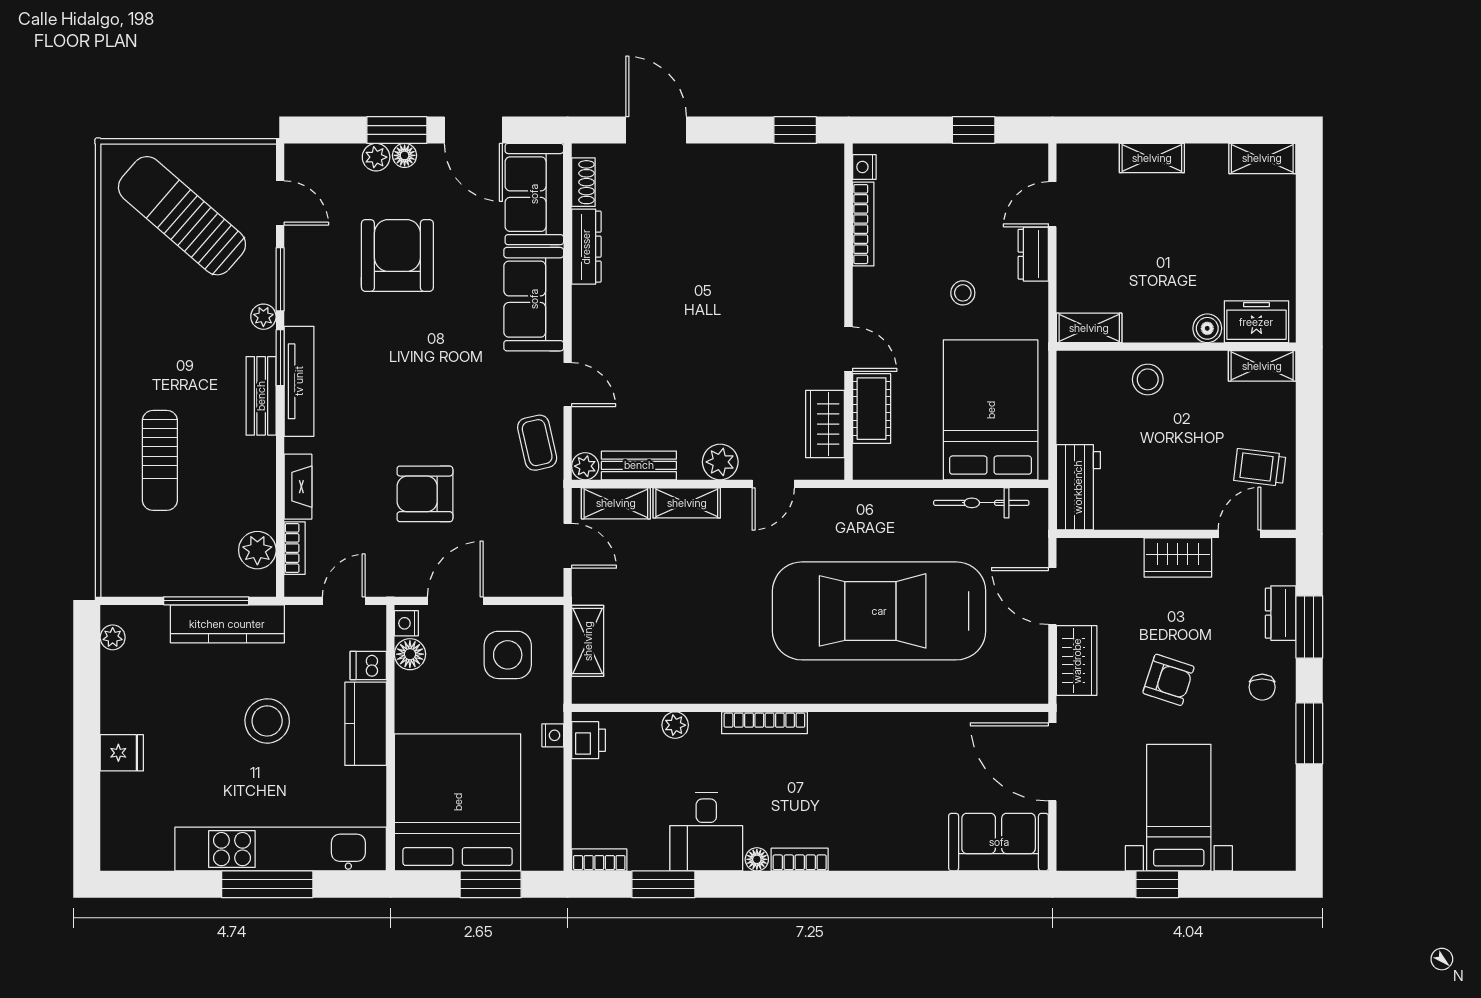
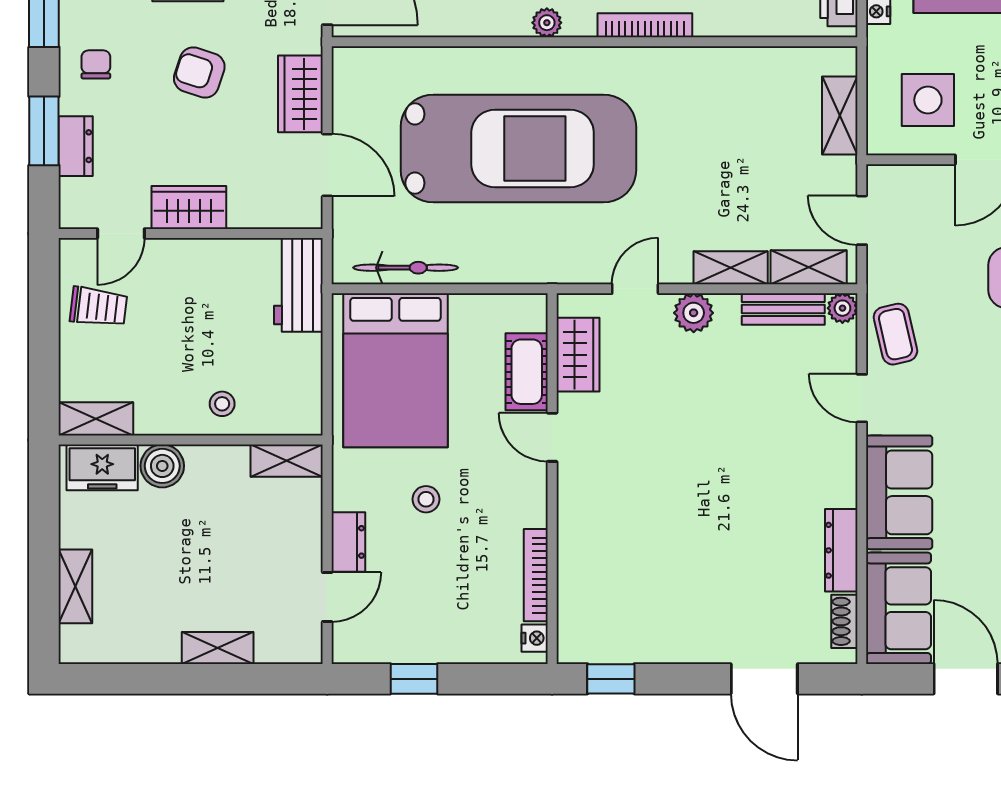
shelving: (1262, 158) -> (75, 586), moved, turned 90
boiler: (1207, 328) -> (162, 466), width x1.36, depth x1.36
stool: (1148, 379) -> (222, 404), width x0.73, depth x0.73
plant: (675, 725) -> (547, 23), moved

